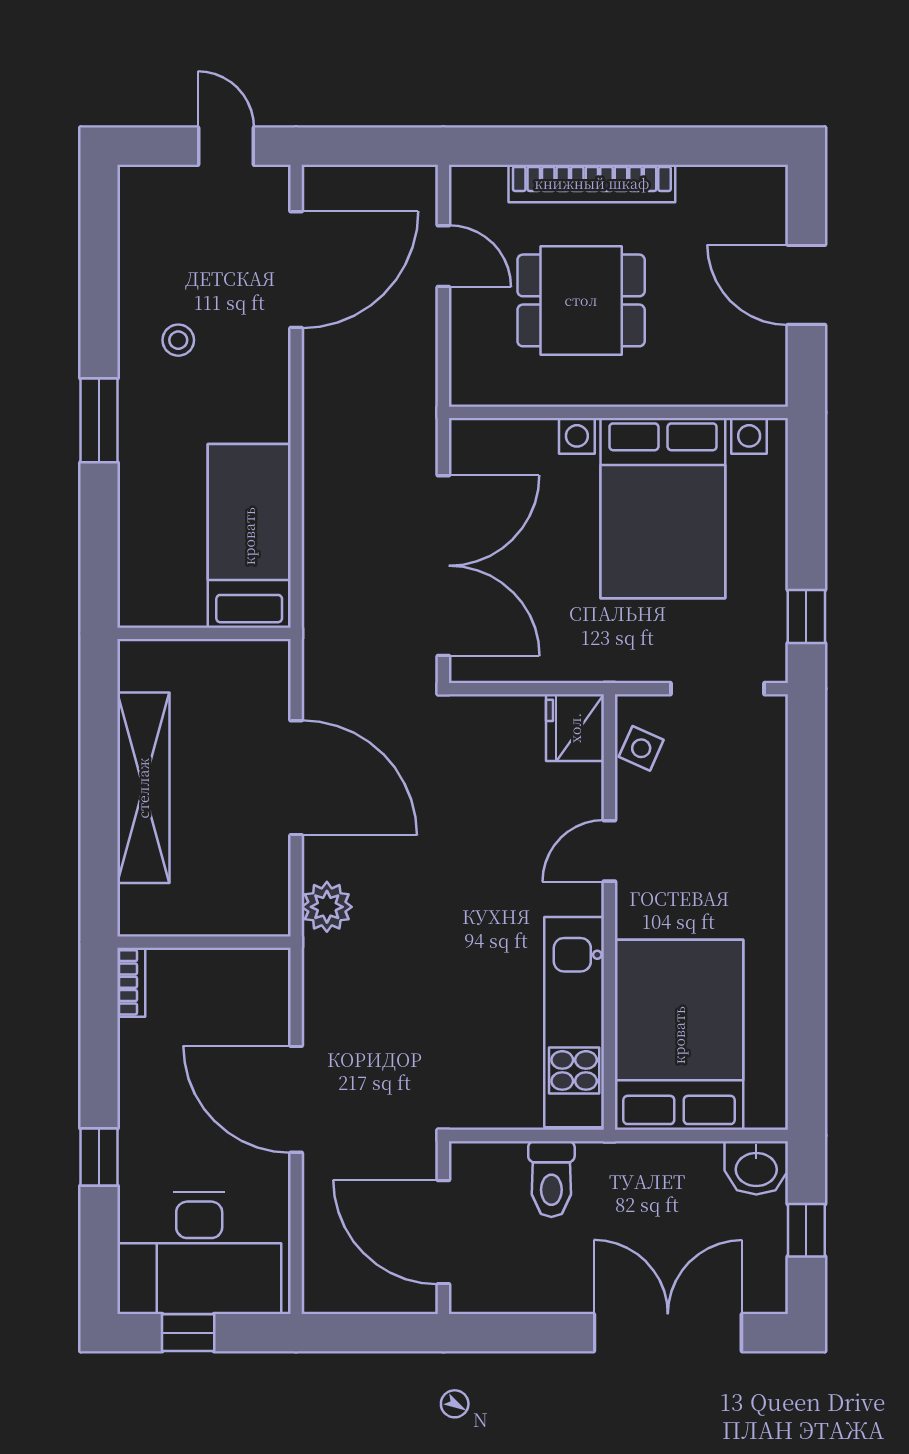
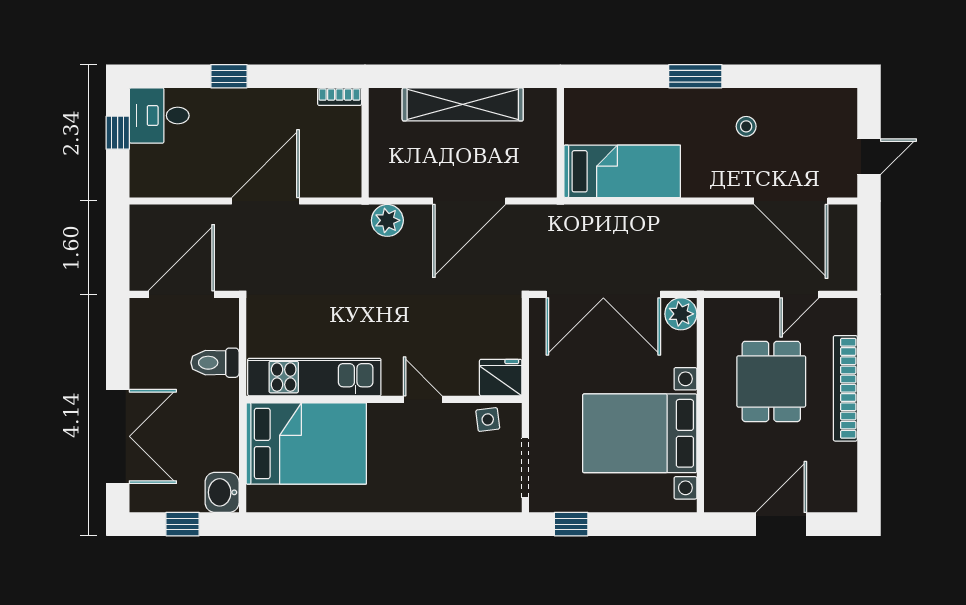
plant: (474, 443) -> (681, 314), added
side table: (641, 748) -> (488, 420), turned -31
desk: (199, 1253) -> (159, 116), width x0.53, depth x0.77

